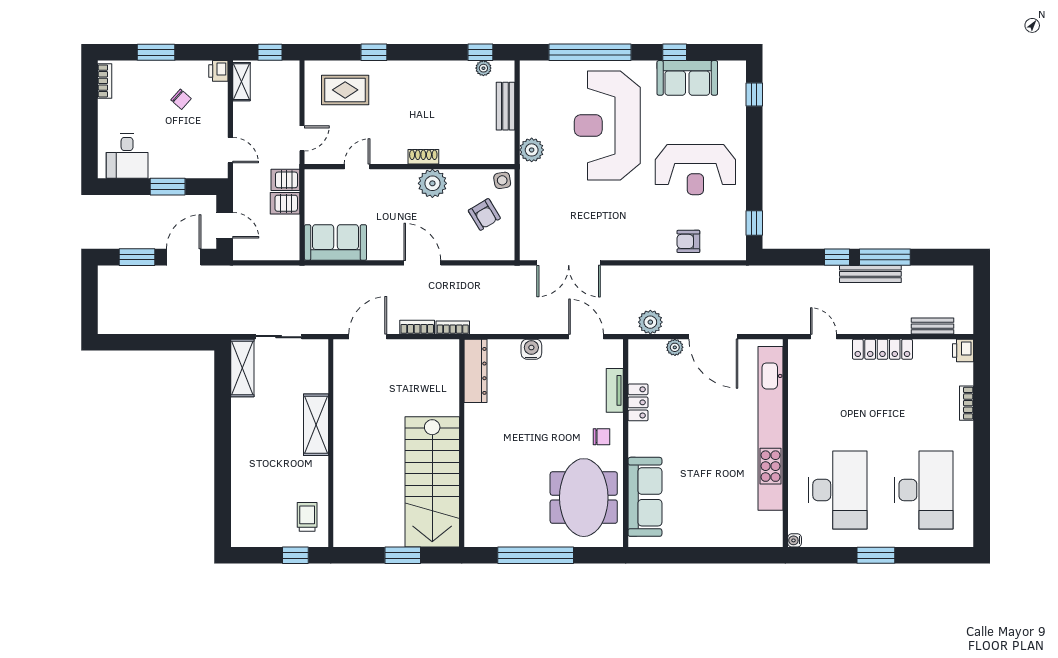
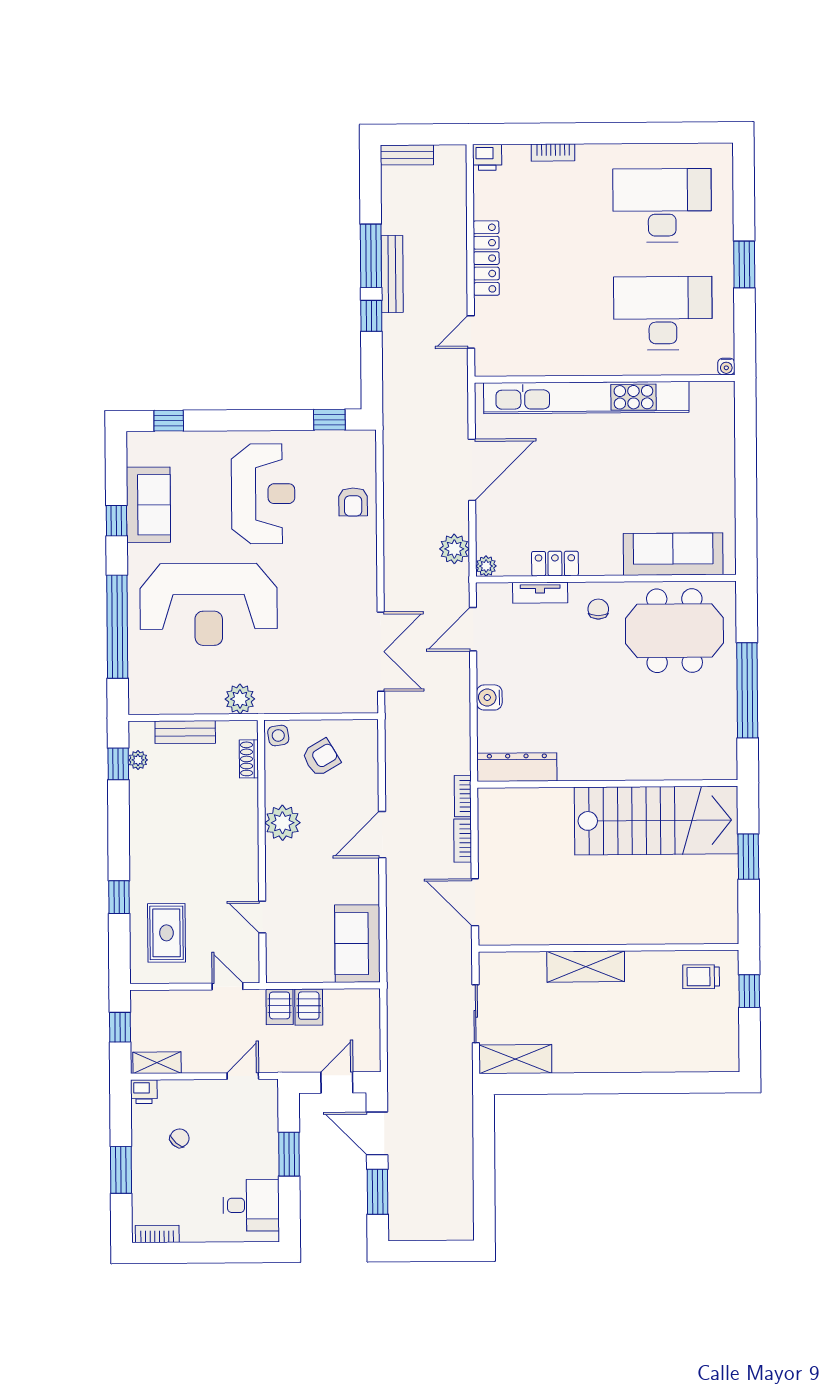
shoe rack: (423, 157) -> (249, 759), moved
bench: (932, 326) -> (407, 155), moved, turned 90
plant: (675, 347) -> (486, 566), moved

